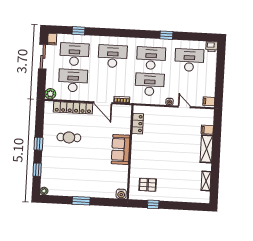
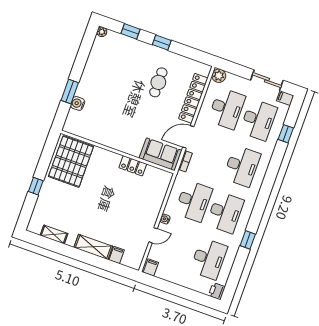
locker: (138, 124) -> (133, 166), moved
sofa: (121, 149) -> (161, 154), moved
pallet: (148, 185) -> (71, 161), width x2.05, depth x2.00
water cooler: (121, 194) -> (78, 103), moved
window: (81, 201) -> (70, 91), moved
window: (153, 204) -> (36, 186), moved

